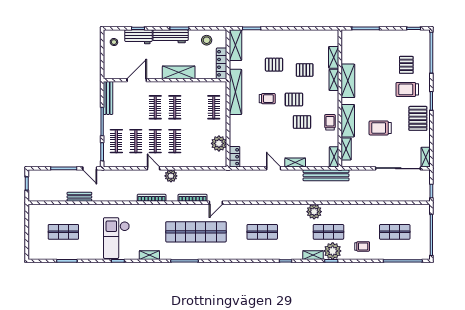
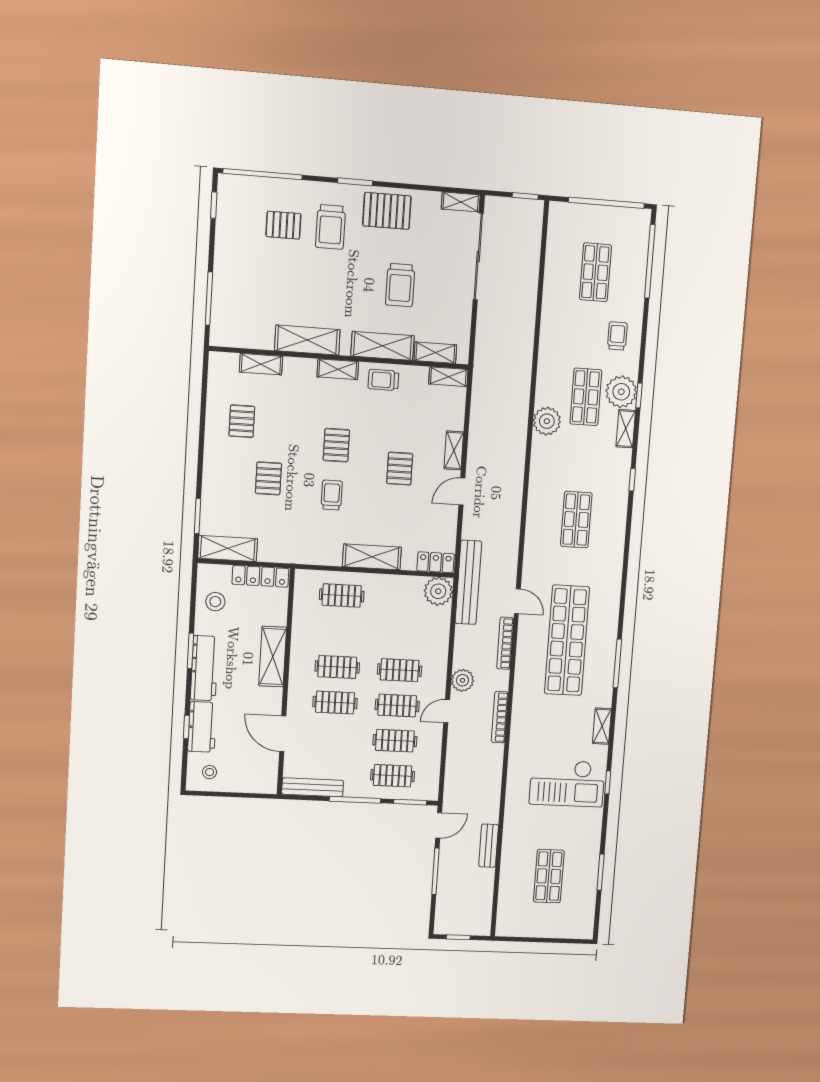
pallet: (305, 70) -> (242, 421), moved
shelving: (334, 80) -> (338, 369), moved
shelving: (235, 92) -> (372, 557), moved, width x0.68
pallet: (302, 122) -> (400, 469), moved
plant: (219, 143) -> (438, 591), moved
bench: (326, 175) -> (468, 582), moved

